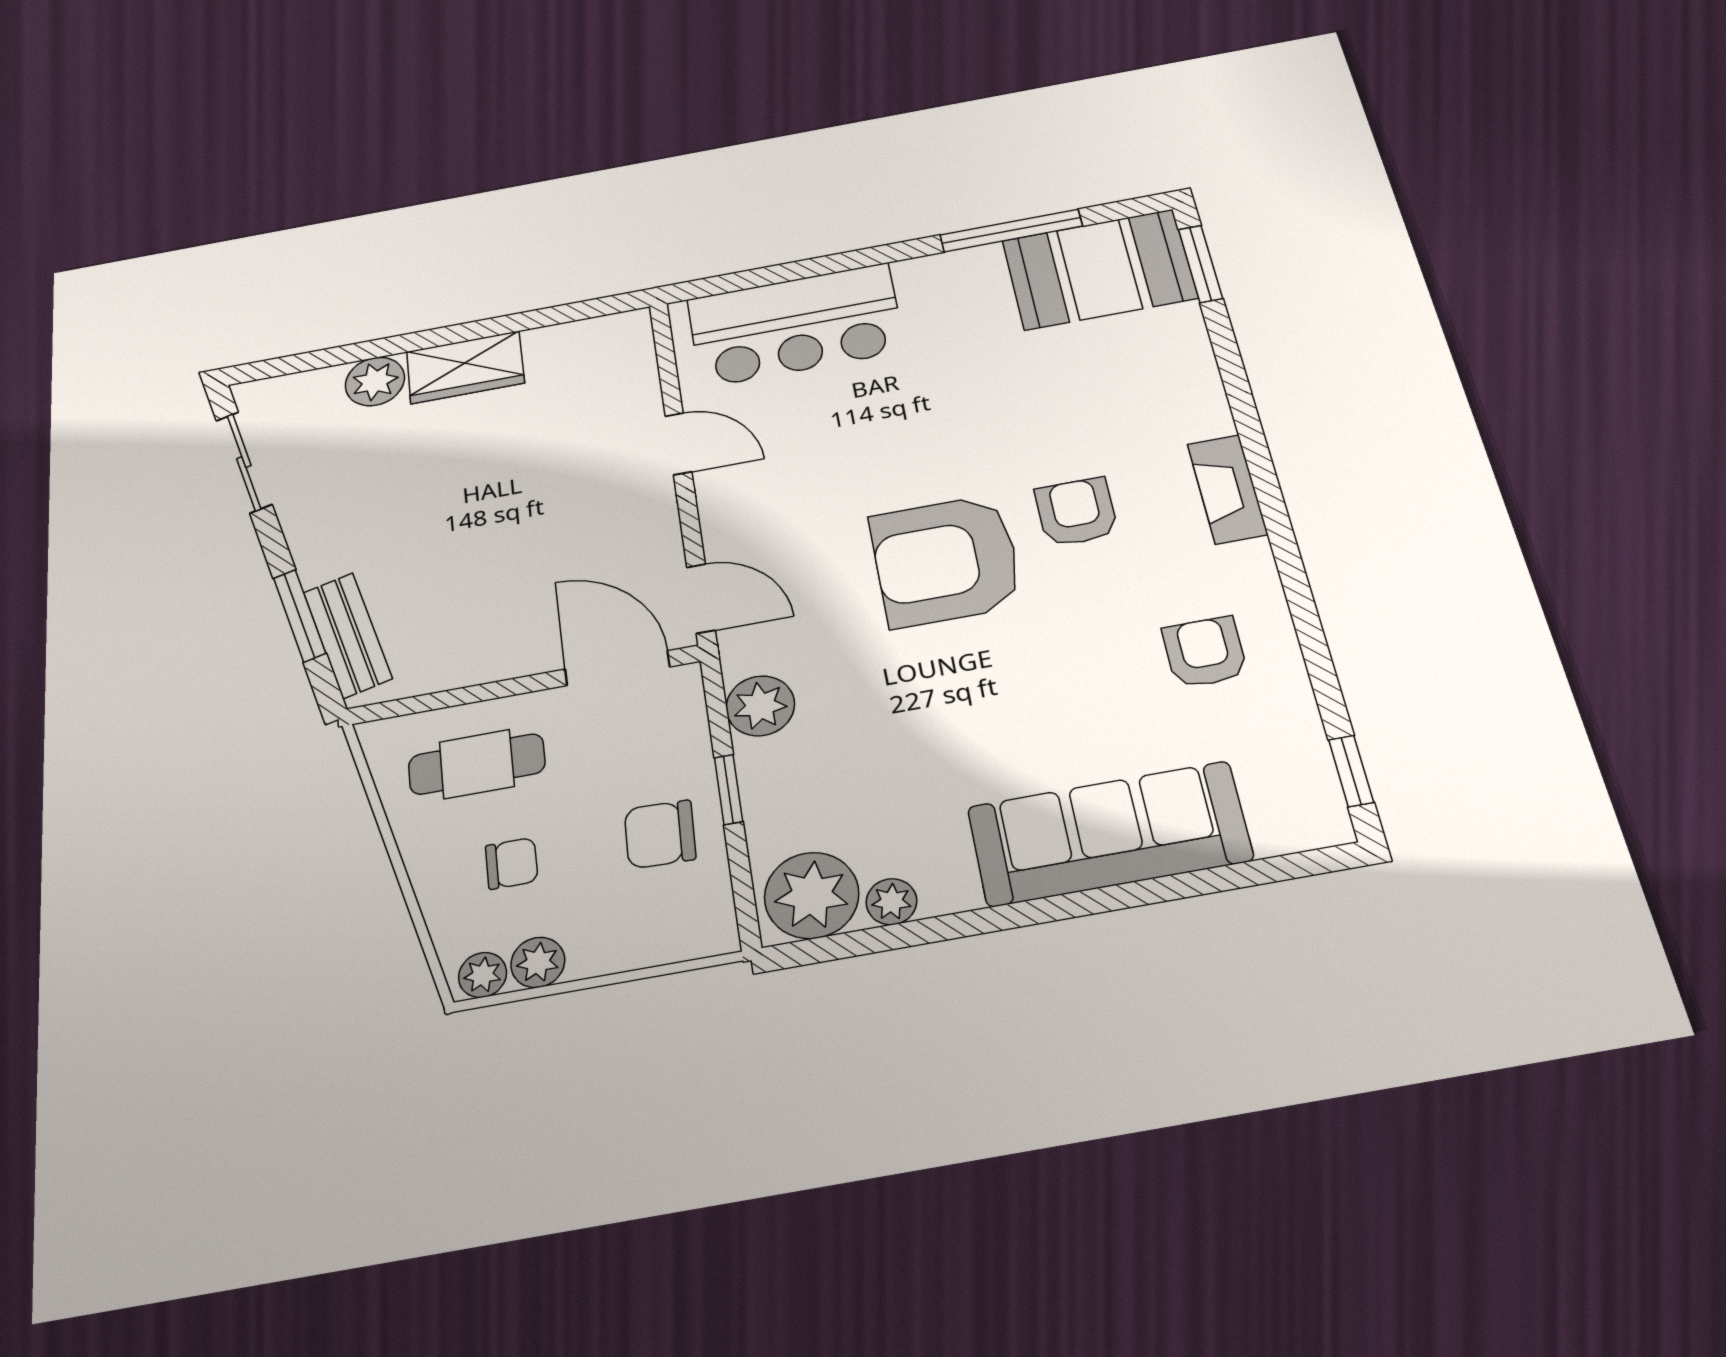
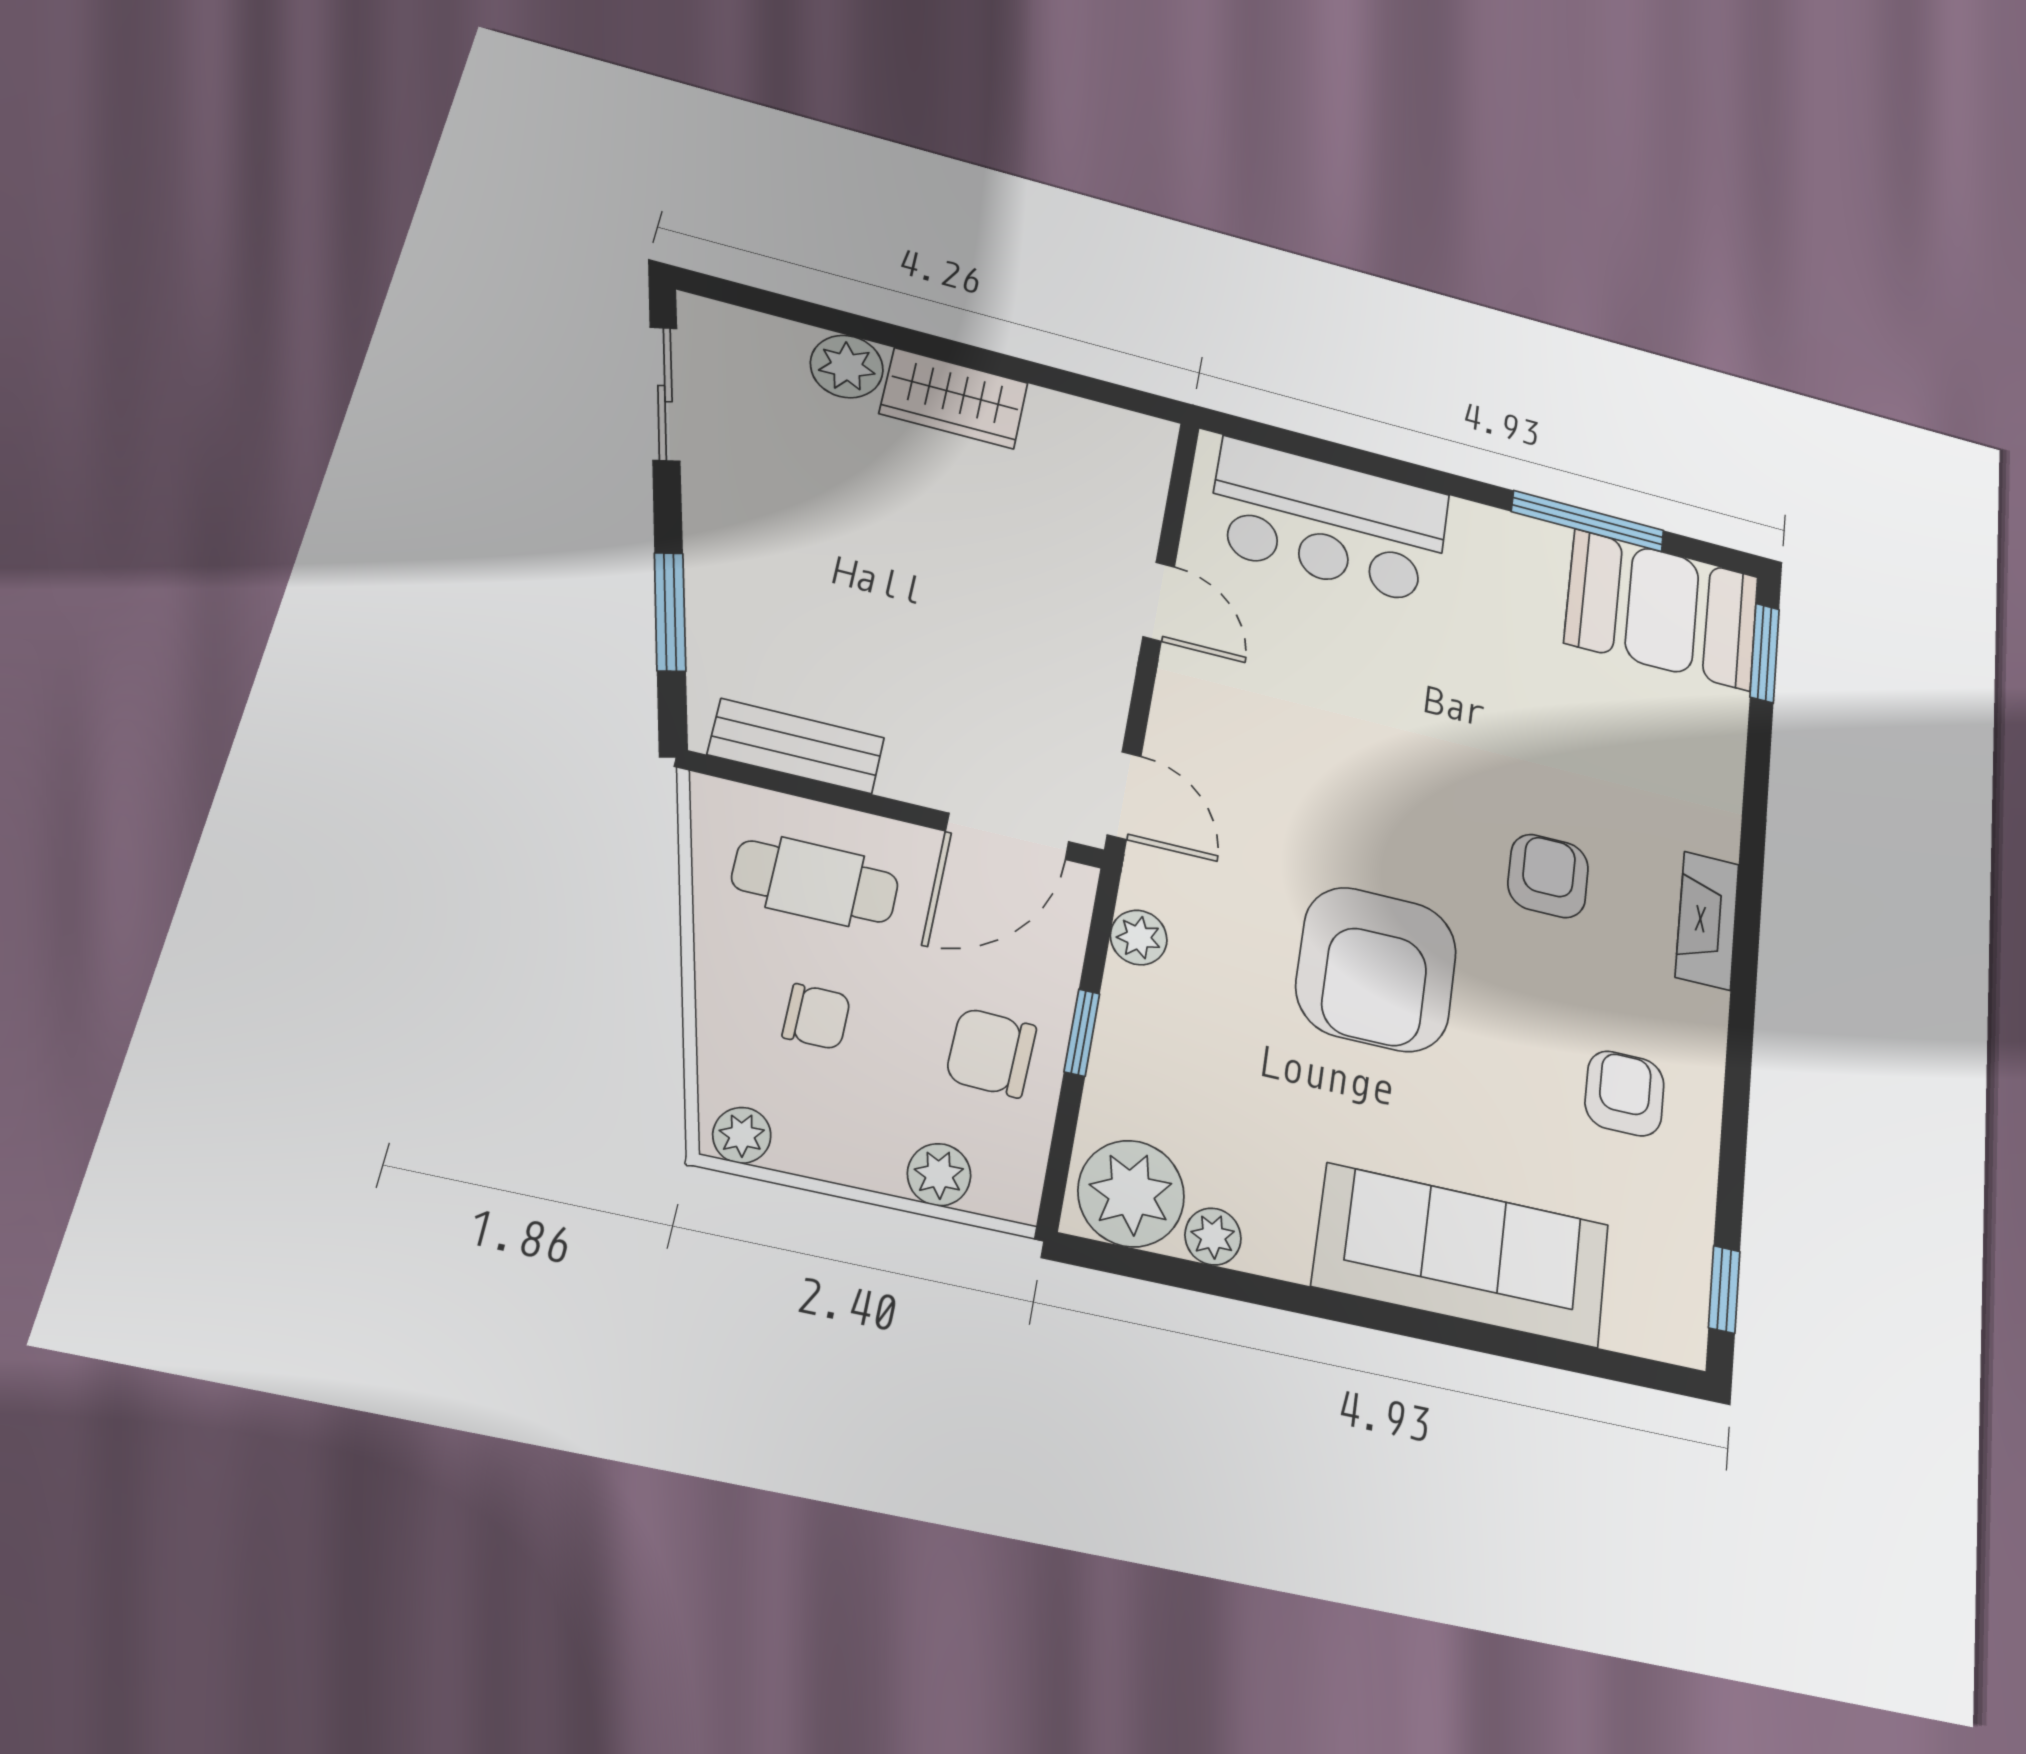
armchair: (946, 561) -> (1376, 969), moved, turned -90
bench: (348, 635) -> (796, 746), moved, turned -76
door: (617, 668) -> (1007, 836), swing flipped
plant: (760, 706) -> (1139, 937), width x0.73, depth x0.73
plant: (538, 962) -> (939, 1175), moved

